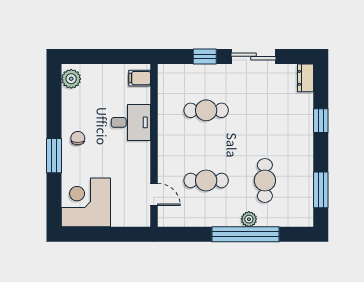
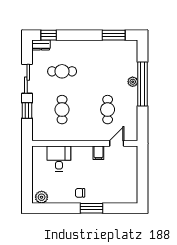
filing cabinet: (140, 78) -> (98, 153), moved
window: (321, 121) -> (49, 35), moved
desk: (131, 122) -> (59, 158), moved
cafe table: (265, 180) -> (62, 71), moved
corner desk: (86, 202) -> (122, 188), removed

